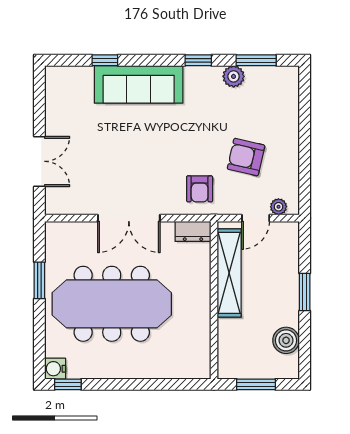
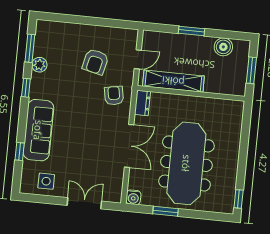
side table: (66, 103) -> (46, 181), added
armchair: (200, 189) -> (114, 96), turned -100
plant: (279, 207) -> (132, 43), removed
door: (256, 218) -> (138, 59), hinge flipped
water cooler: (55, 369) -> (133, 197), moved

